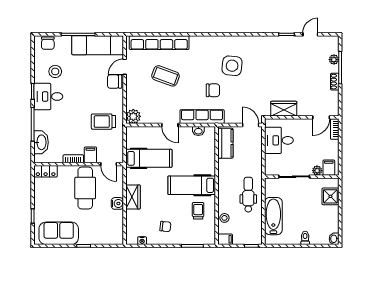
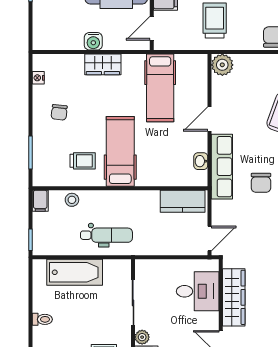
wardrobe: (284, 109) -> (234, 297), width x1.50
desk: (279, 140) -> (198, 291), moved, turned 90

